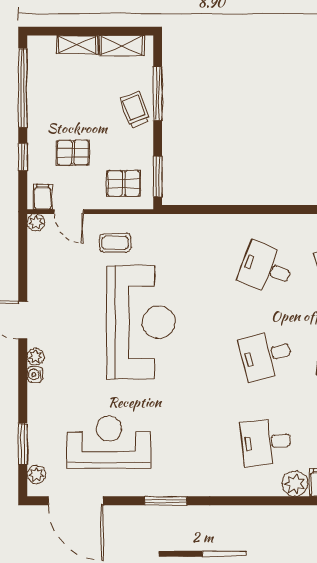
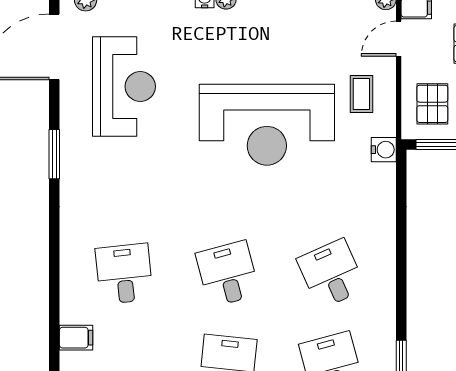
water cooler: (162, 224) -> (384, 150), added
desk: (266, 268) -> (331, 274), turned -45
plant: (295, 484) -> (75, 308), removed

